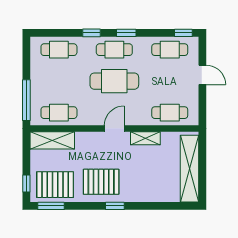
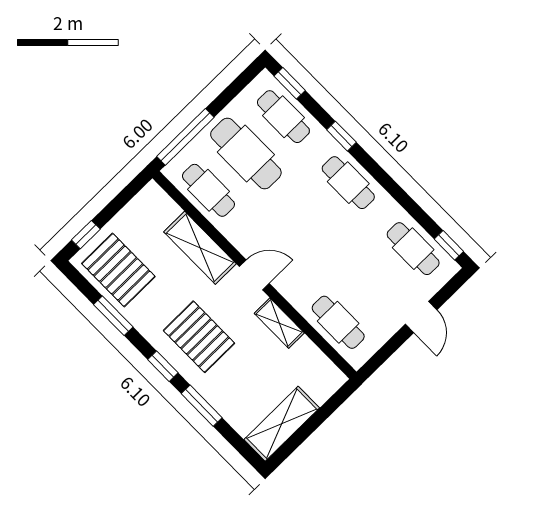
window: (126, 33) -> (290, 83), moved
cafe table: (114, 81) -> (246, 153), moved
shelving: (52, 140) -> (200, 248), moved
shelving: (189, 169) -> (282, 424), width x0.68
pallet: (101, 182) -> (199, 337), moved
window: (51, 206) -> (113, 316), moved
window: (148, 206) -> (202, 406), added

